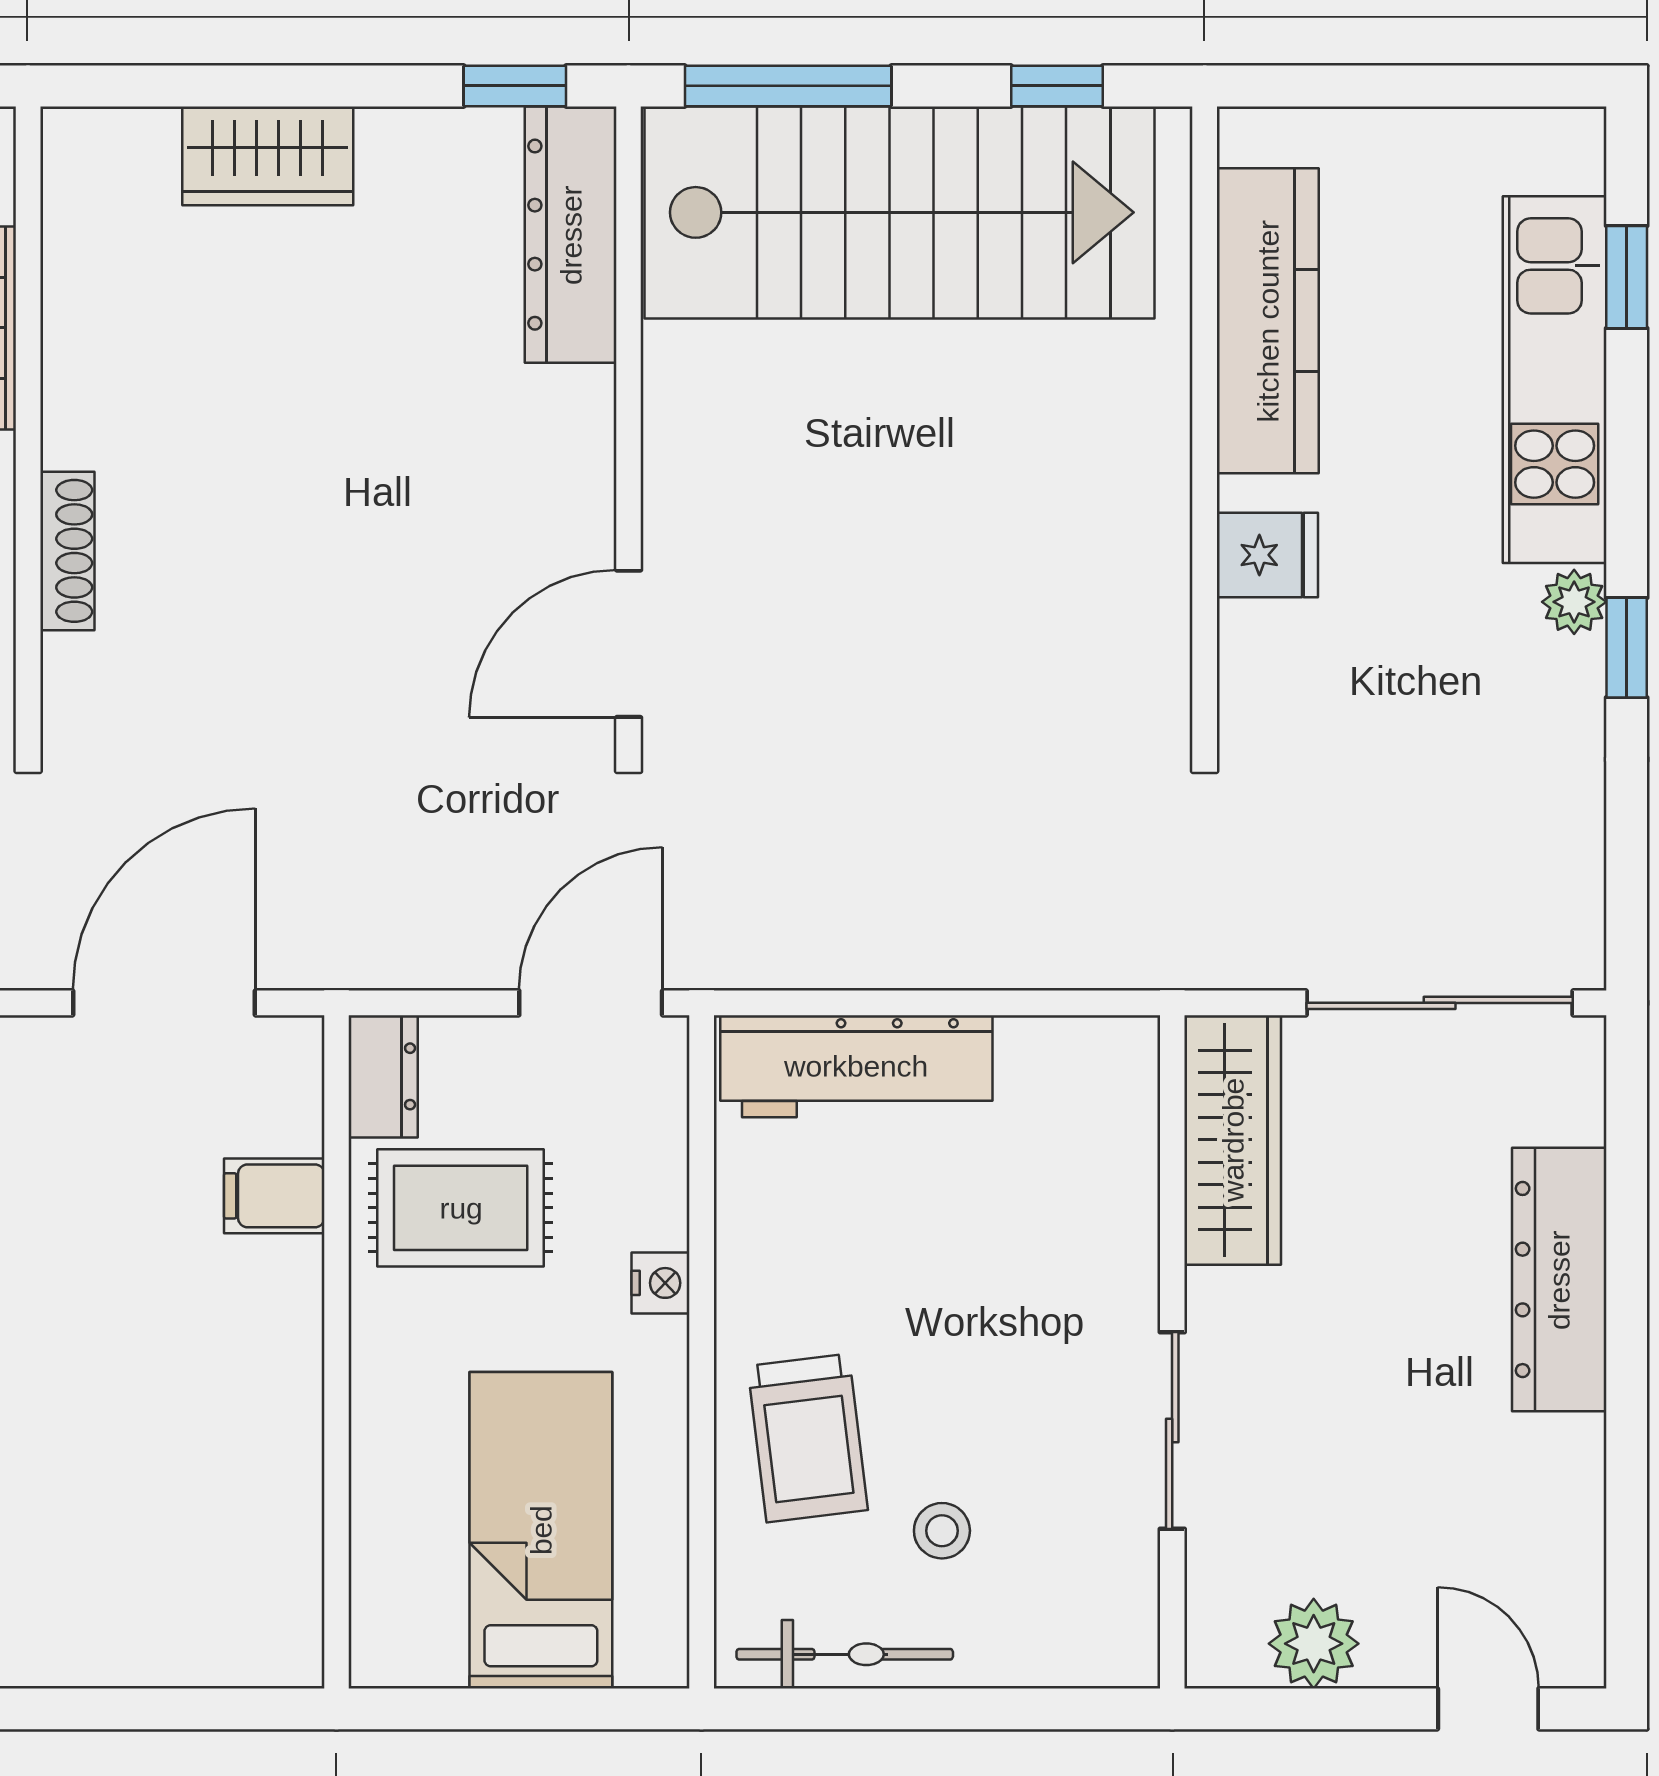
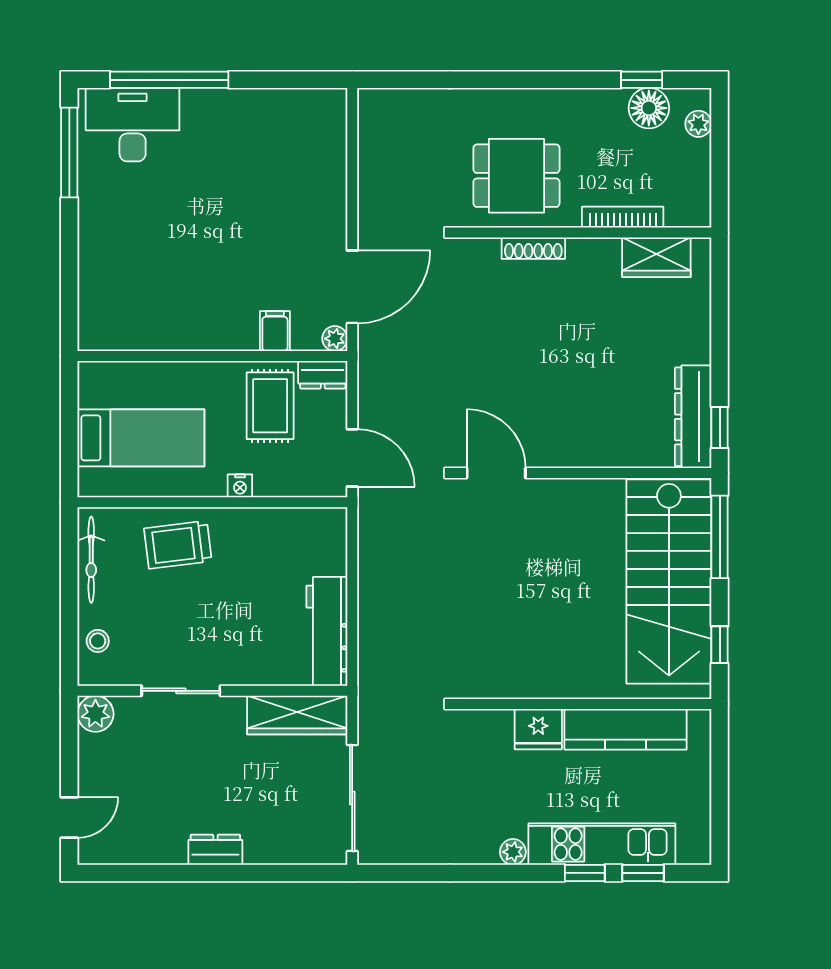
wardrobe: (268, 156) -> (656, 257), moved, turned -90
dresser: (571, 235) -> (693, 417), moved, turned -90
fridge: (1267, 555) -> (538, 729), width x1.38
window: (1627, 648) -> (585, 873), moved
door: (164, 1003) -> (352, 287), hinge flipped
plant: (293, 1046) -> (335, 339), added
workbench: (856, 1066) -> (327, 631), moved
dresser: (1559, 1280) -> (215, 850), width x0.51, depth x0.80
stool: (942, 1531) -> (98, 641), moved
plant: (1314, 1644) -> (95, 714), moved

